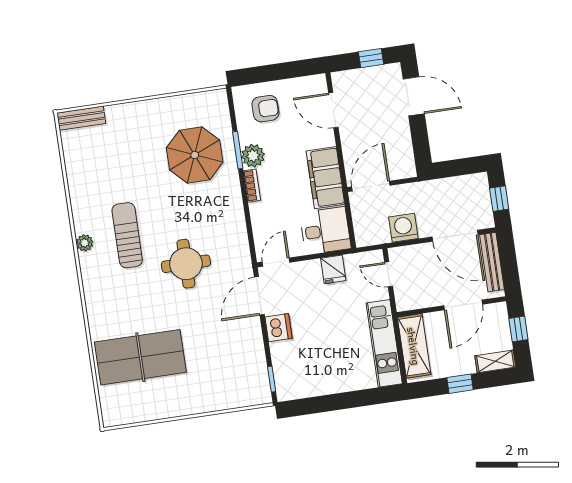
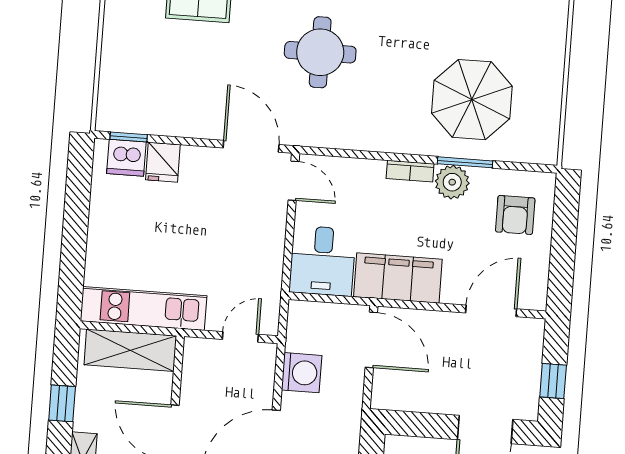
fridge: (333, 269) -> (163, 162), moved, turned -90
dishwasher: (278, 328) -> (126, 158), moved

